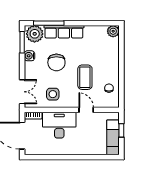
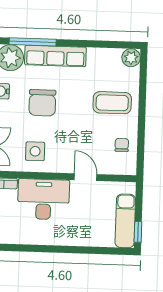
coffee table: (85, 77) -> (112, 103), moved, turned 90
window: (121, 130) -> (138, 232), moved

